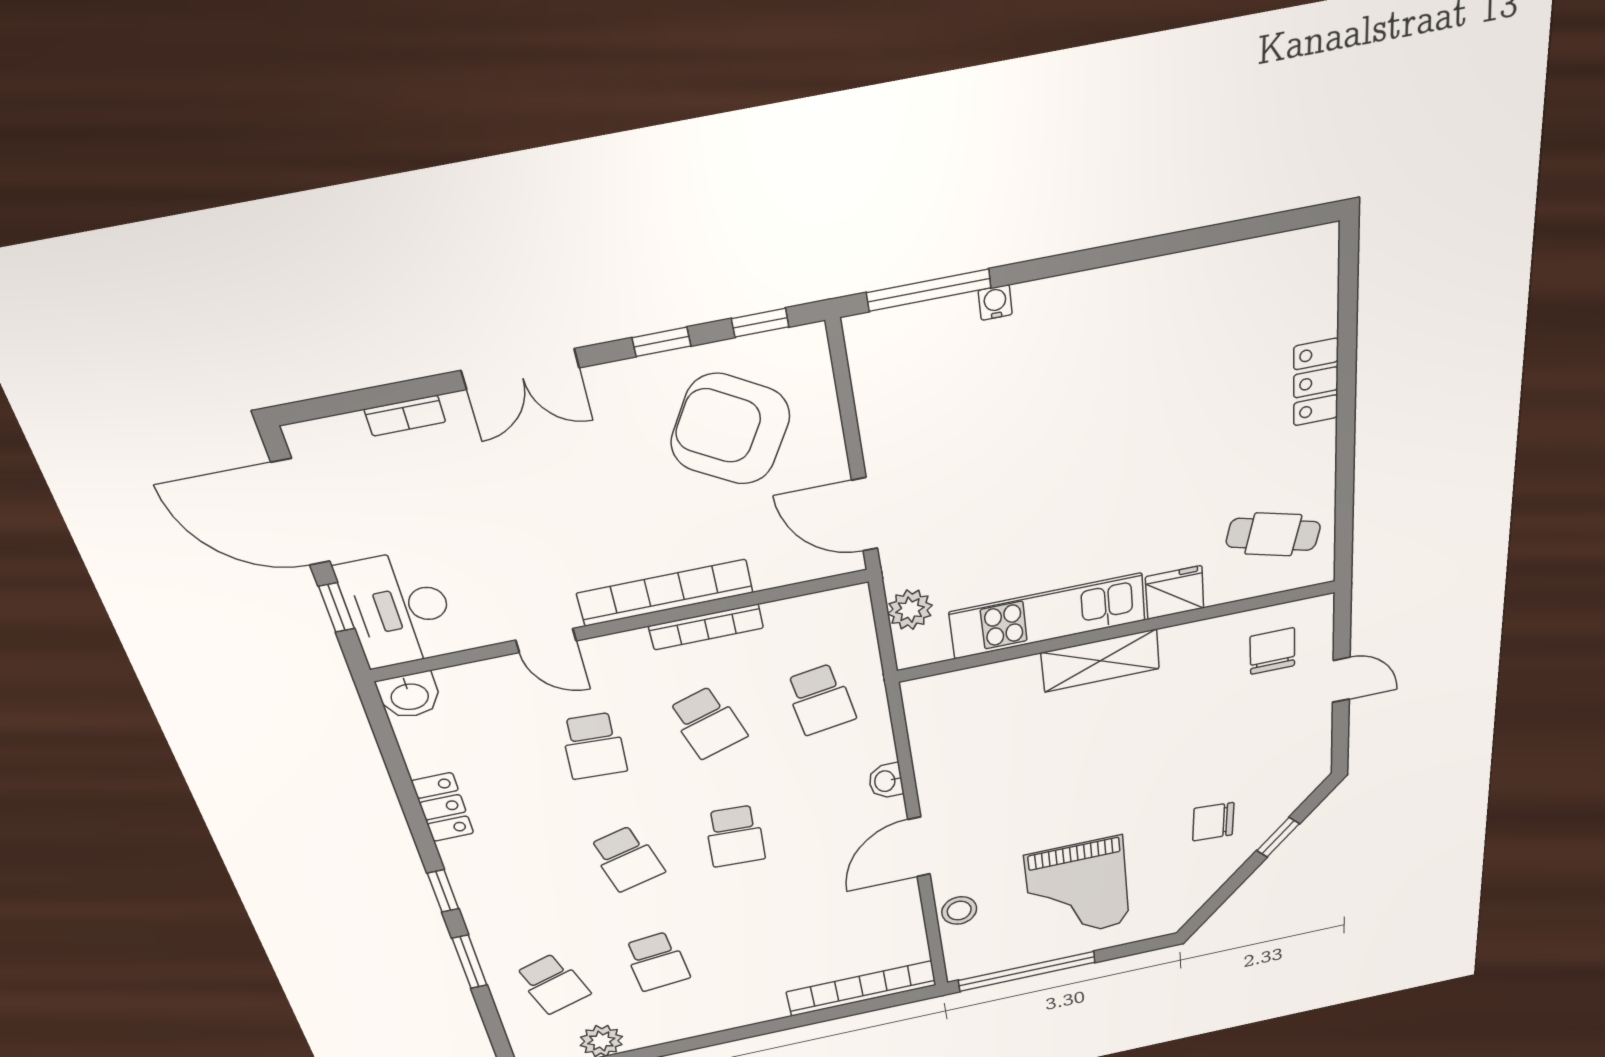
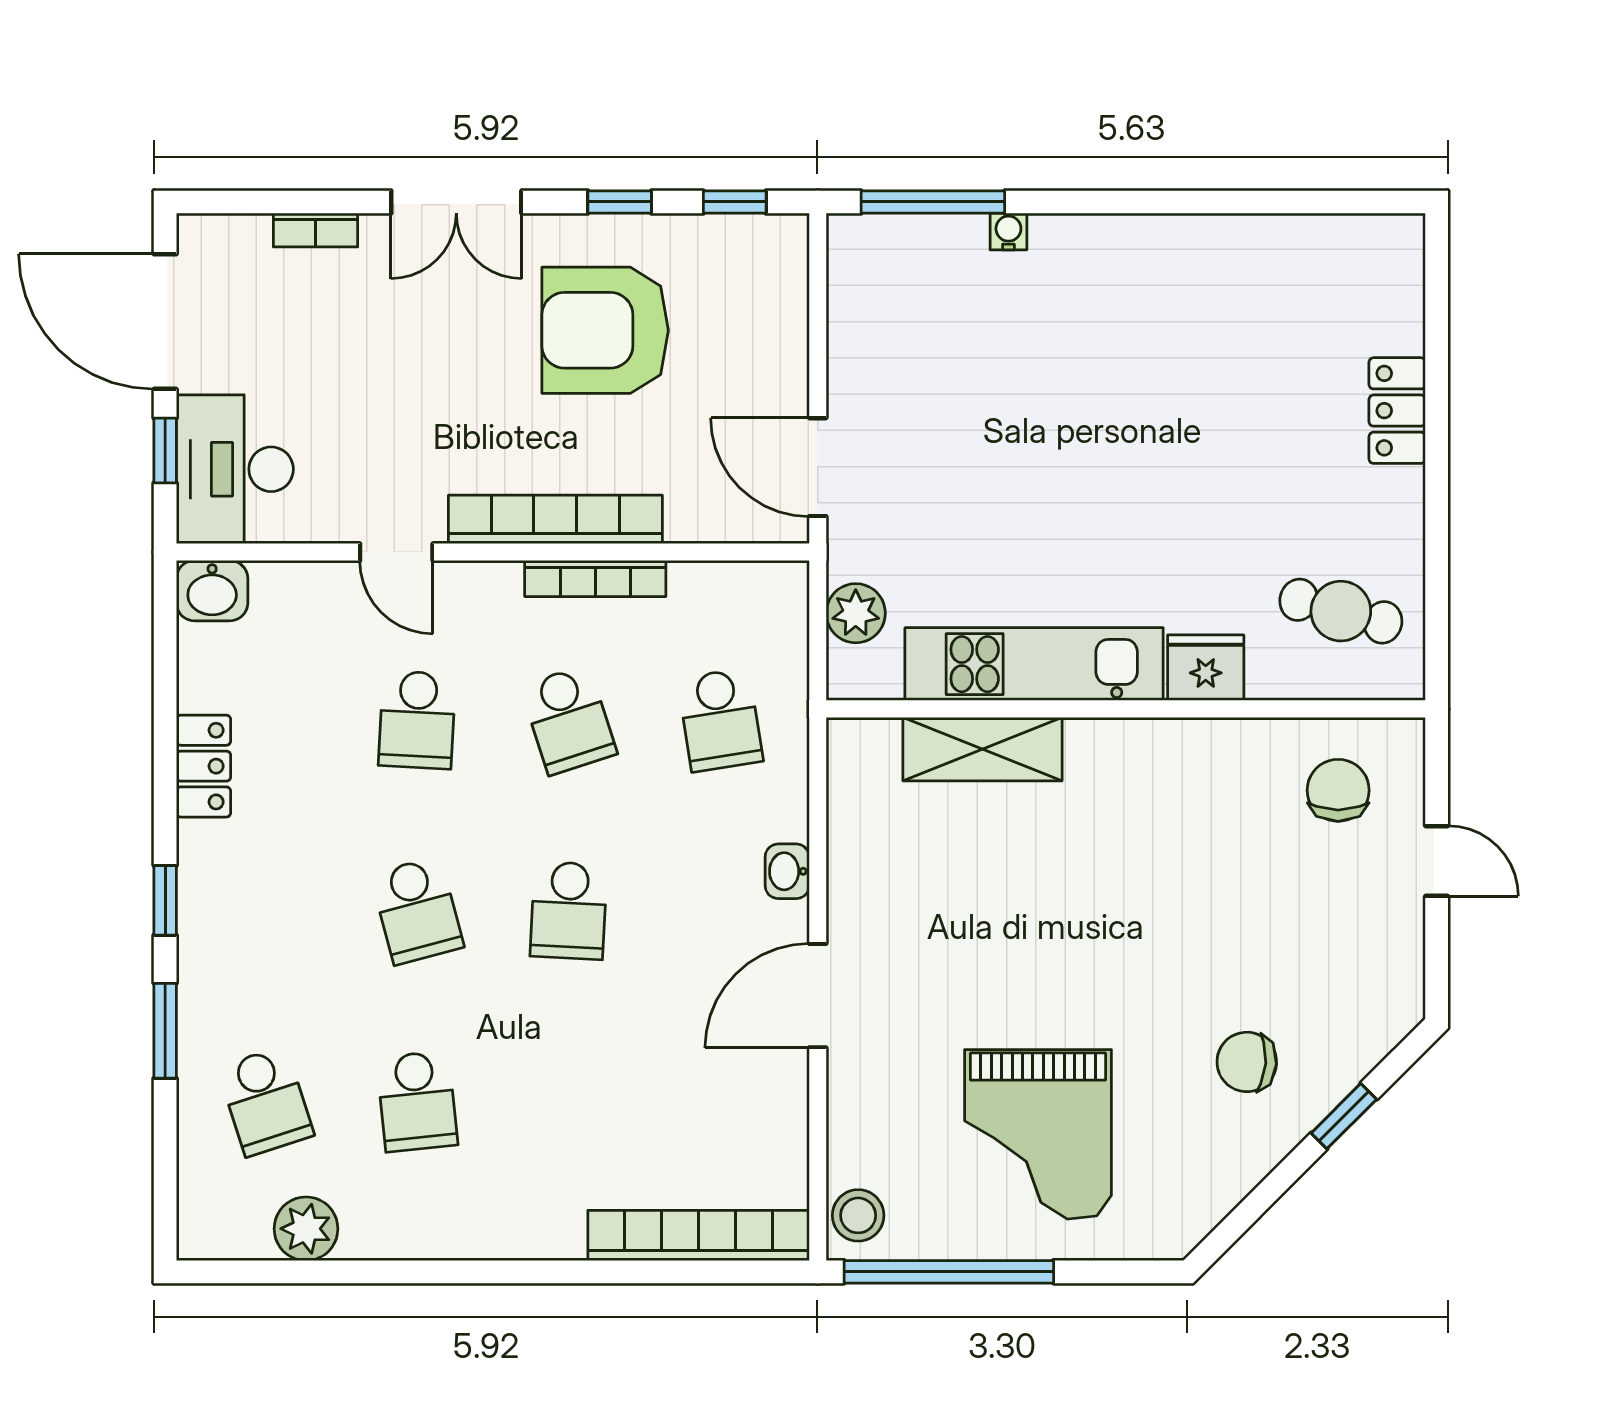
armchair: (730, 429) -> (605, 330), moved, turned -30
shelving: (1100, 661) -> (982, 749), moved
stool: (959, 910) -> (858, 1215), moved

